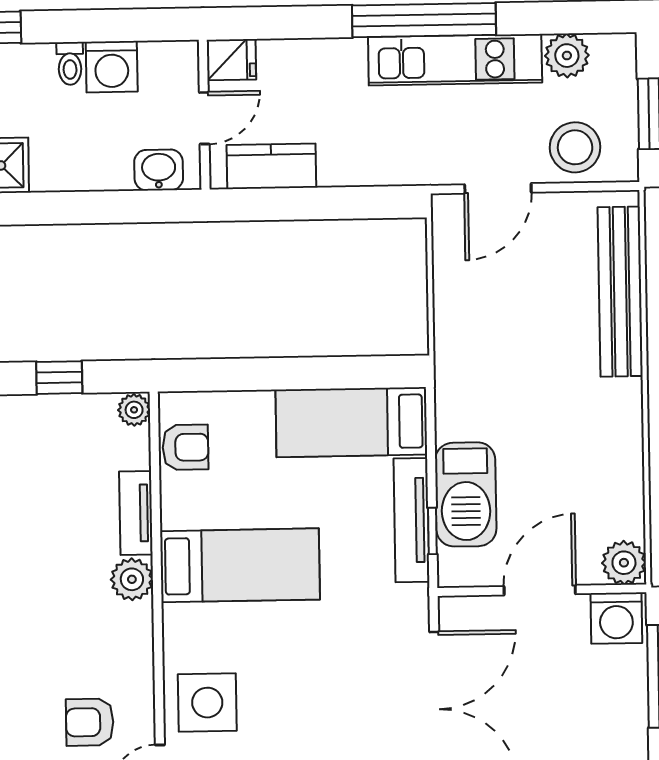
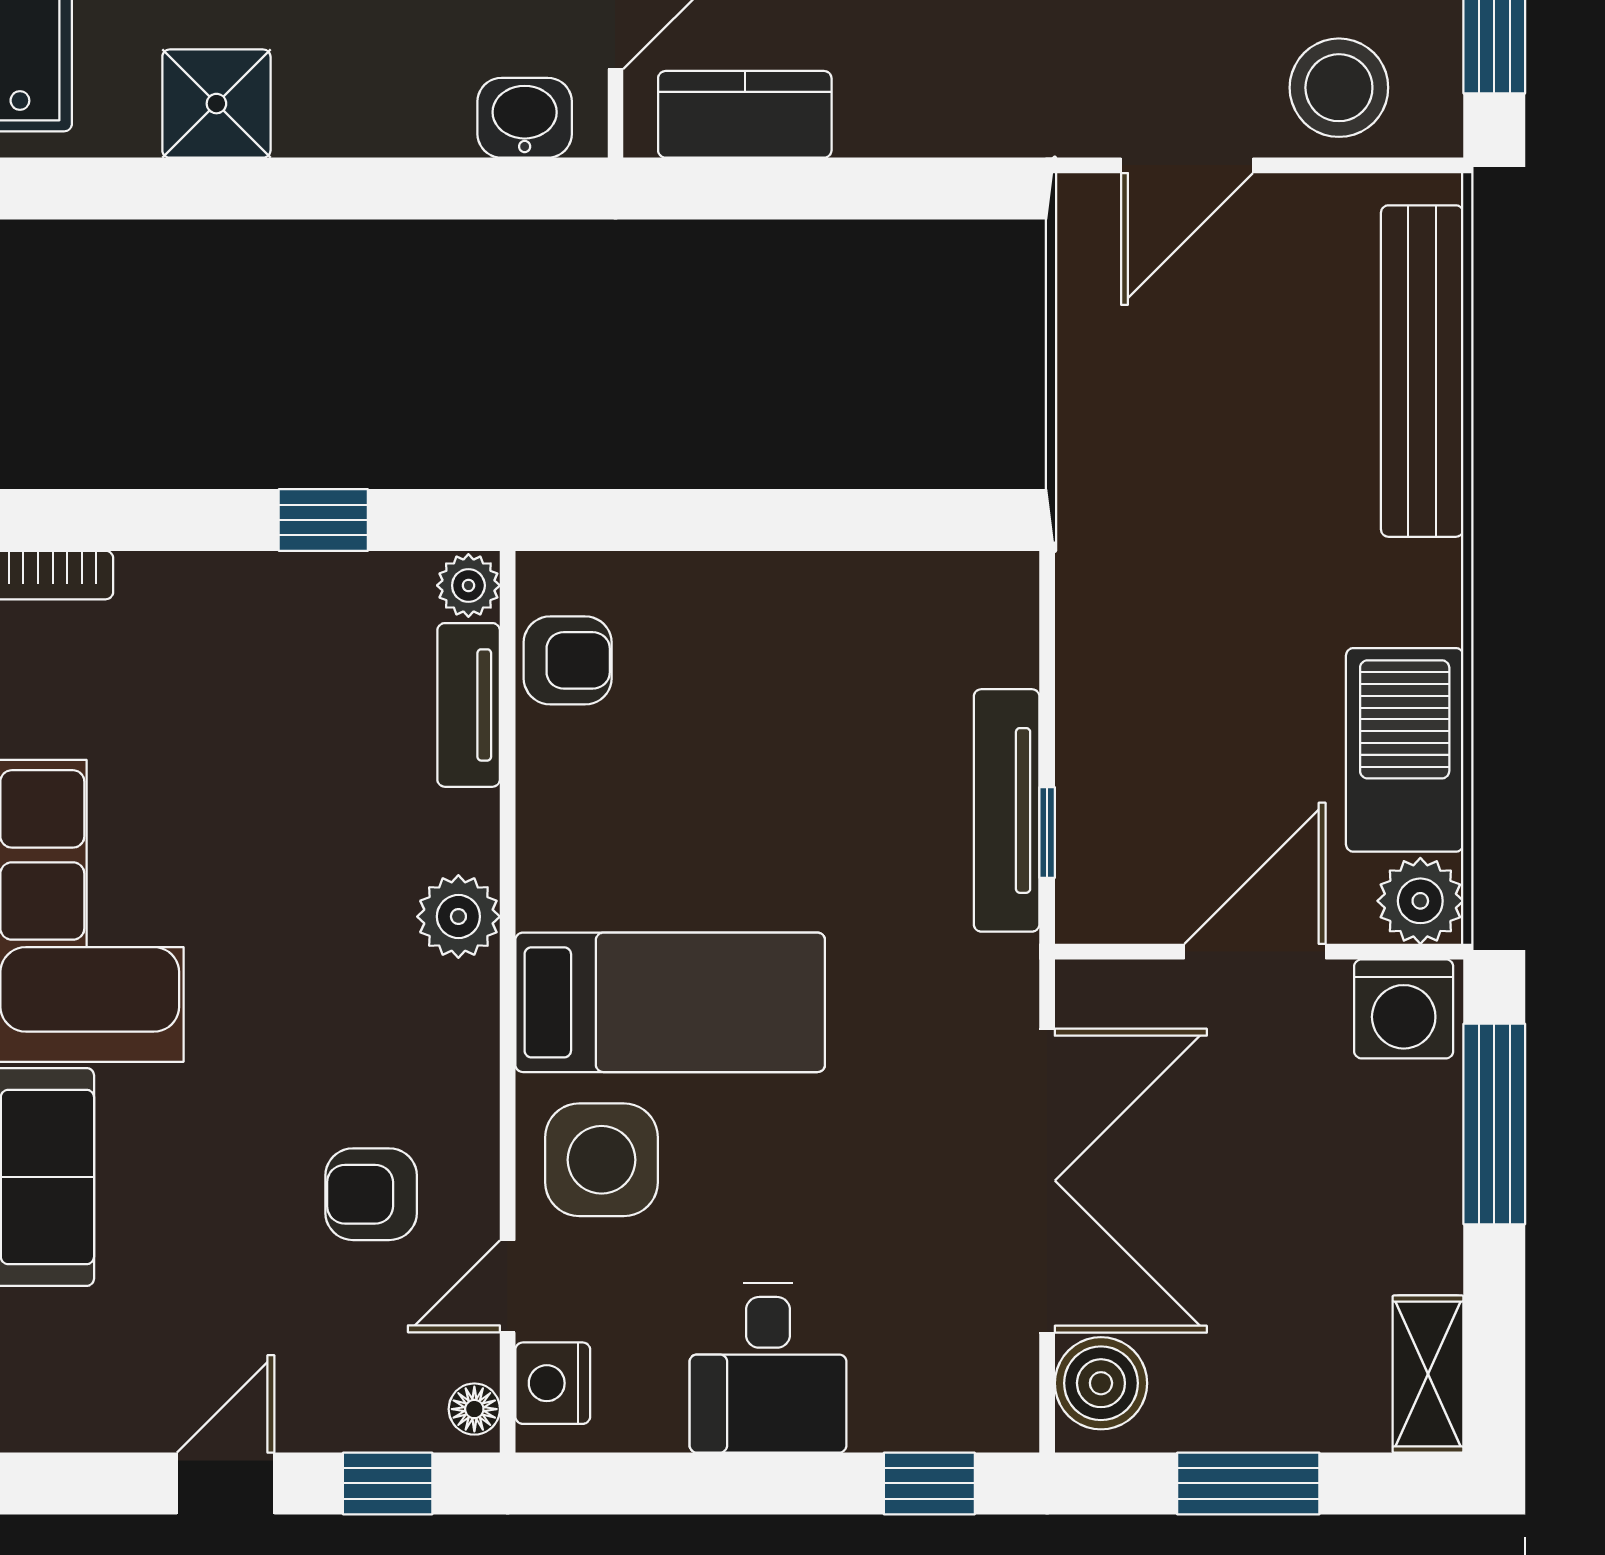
bed: (351, 422) -> (892, 617), removed
barbecue: (466, 494) -> (1405, 750), moved, turned 180
tv unit: (136, 513) -> (469, 705), moved
bed: (240, 565) -> (670, 1002), moved

